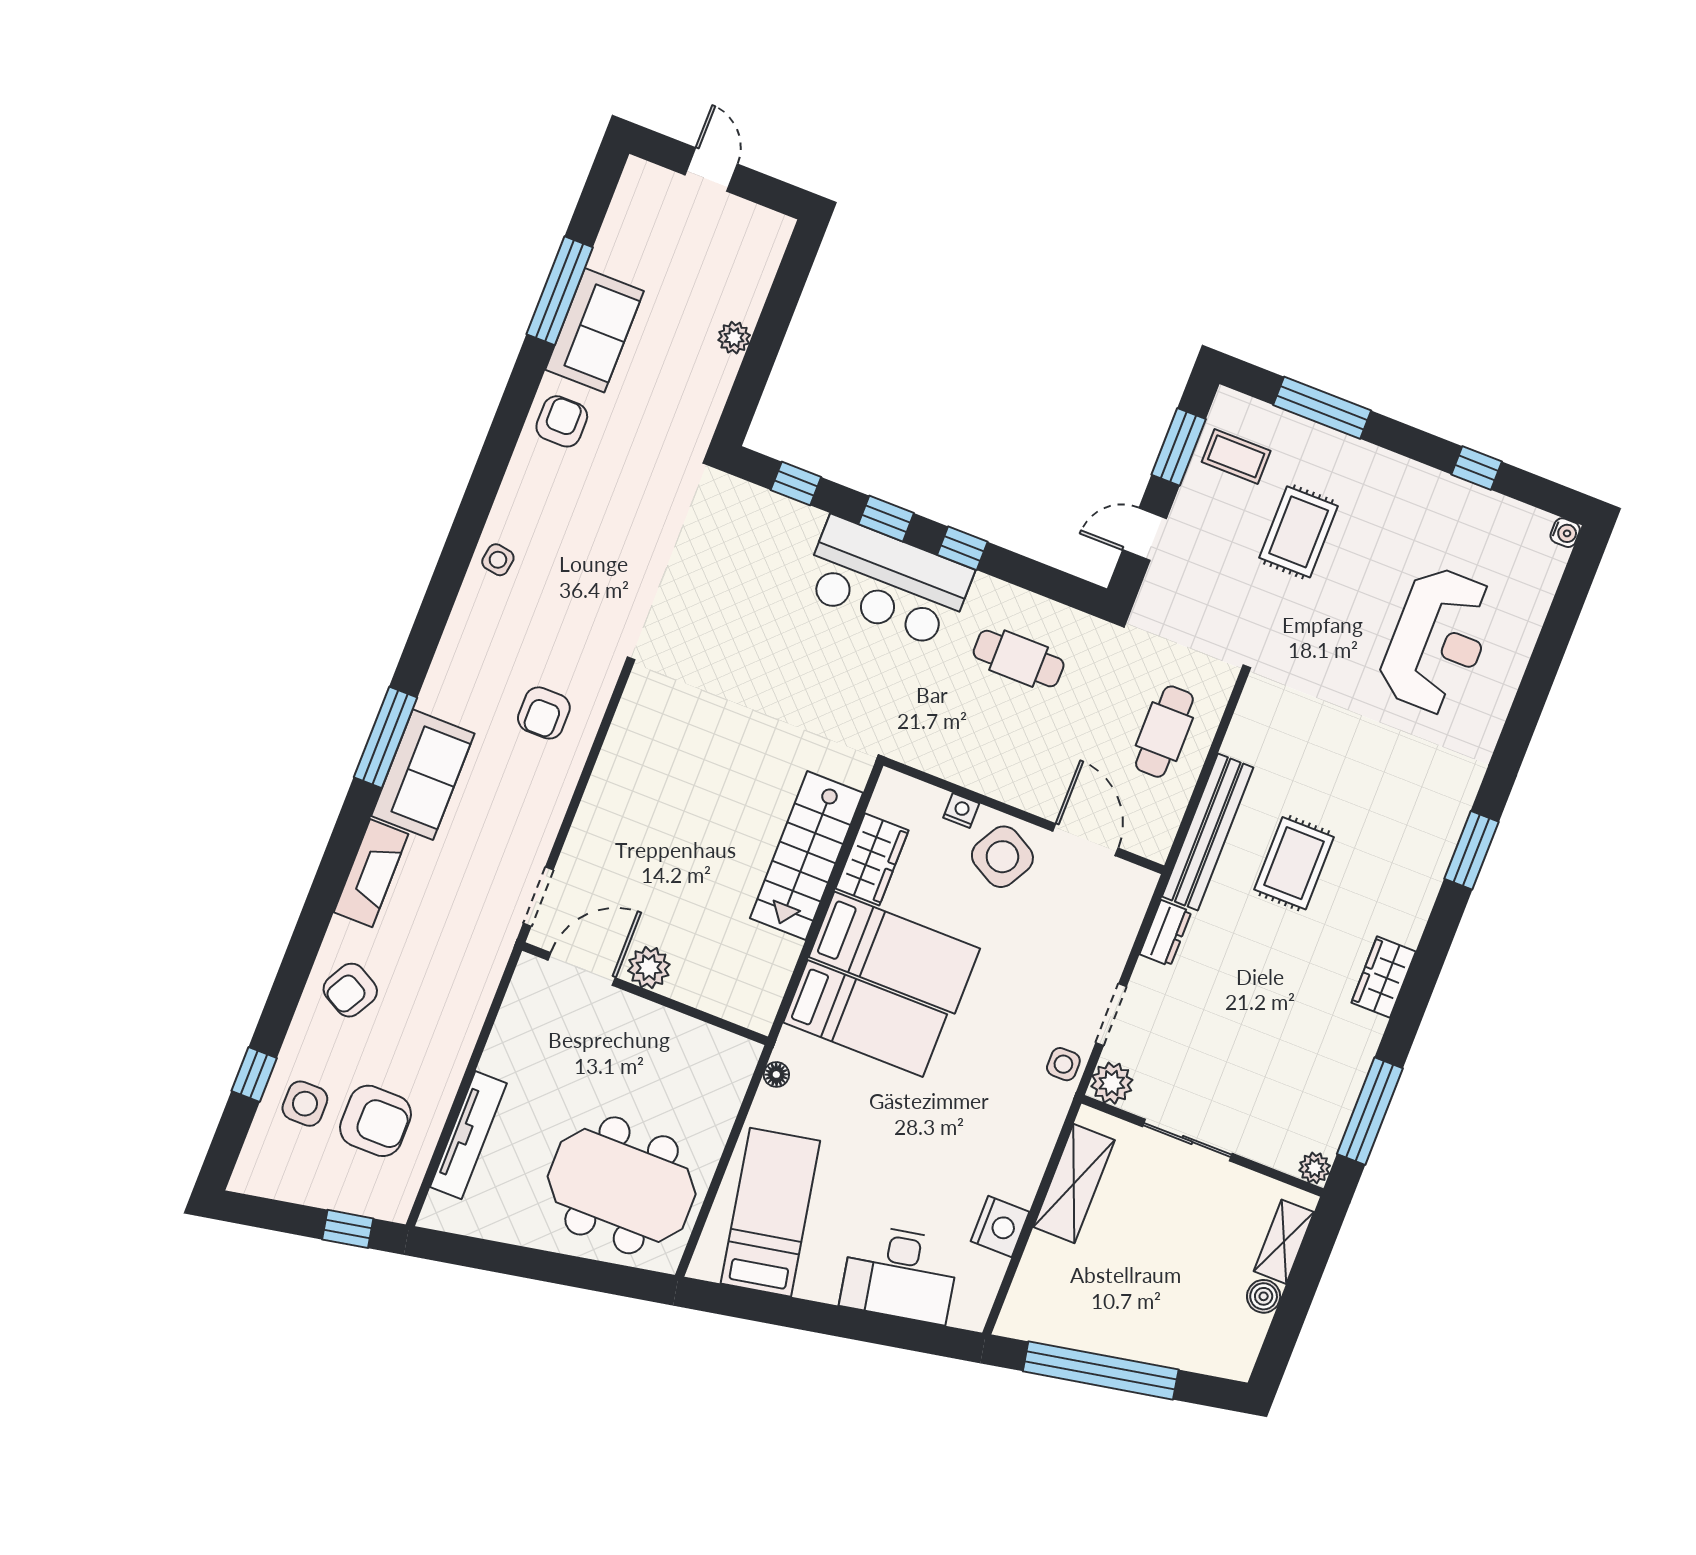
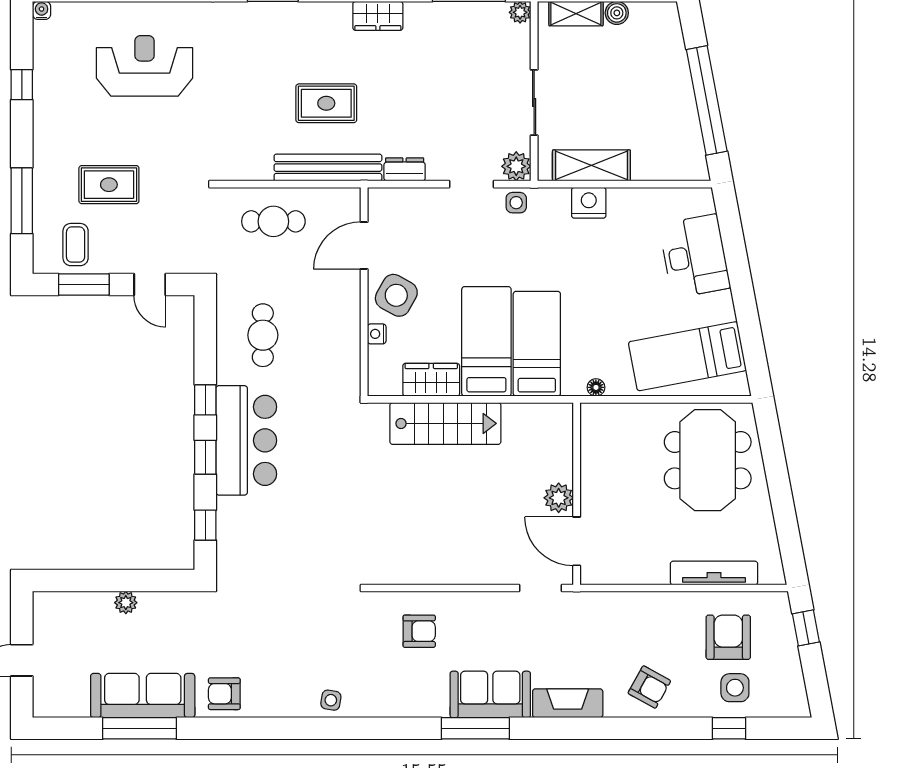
sofa: (594, 330) -> (143, 696), width x1.36
nightstand: (1000, 1227) -> (589, 203), moved

